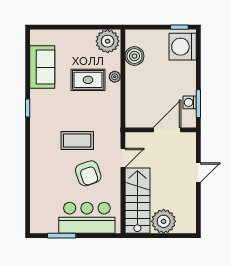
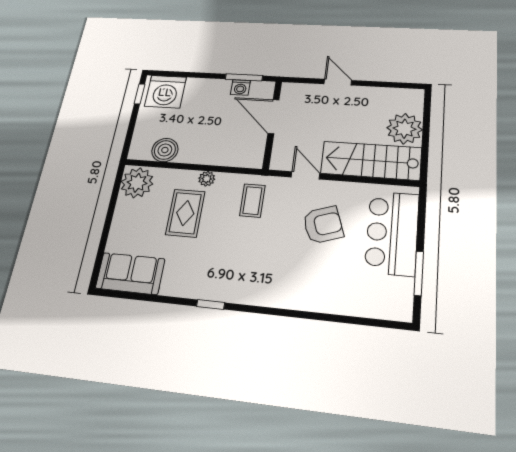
sofa: (42, 67) -> (130, 273), moved
plant: (115, 77) -> (207, 179), moved
coffee table: (77, 140) -> (252, 201), moved, width x0.73, depth x0.77

